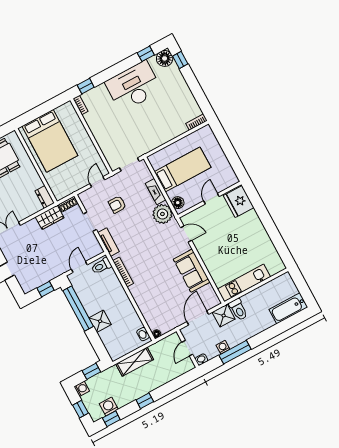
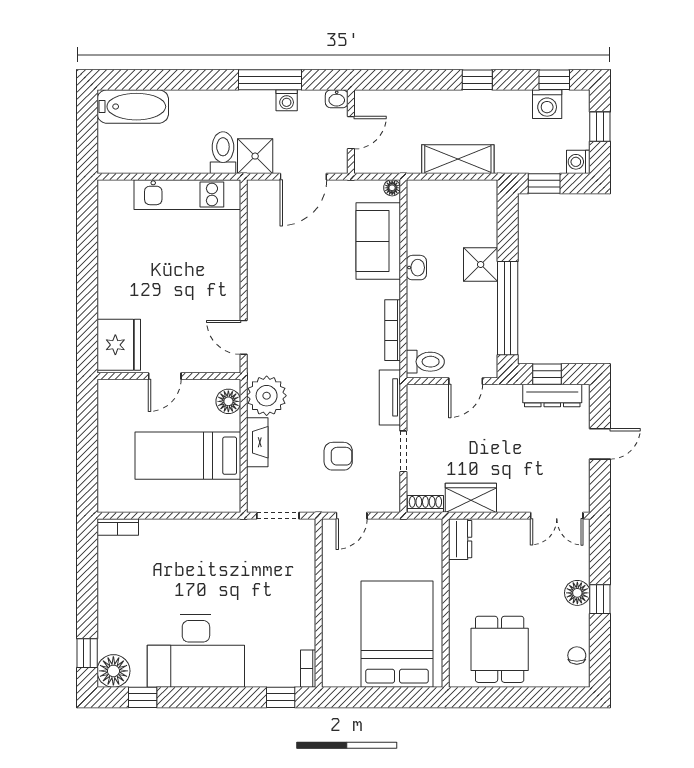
sofa: (192, 271) -> (378, 241), moved, turned 180
dresser: (38, 281) -> (552, 395), added
washbasin: (143, 334) -> (416, 268), moved

